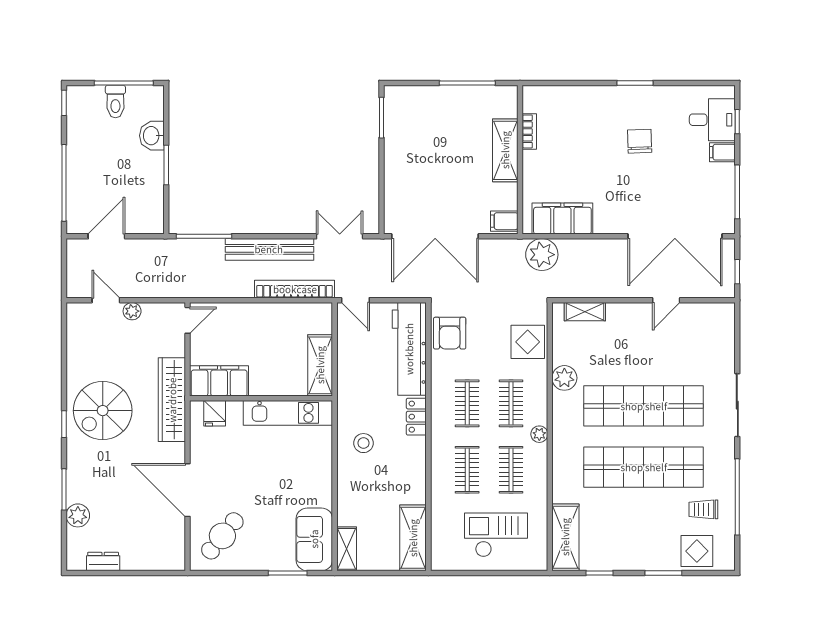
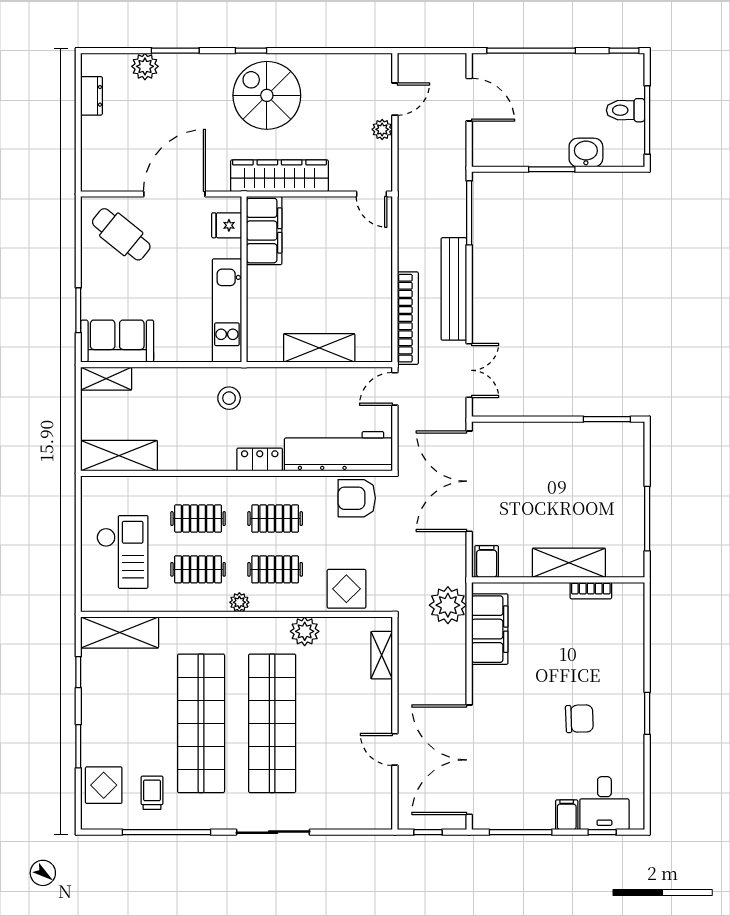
filing cabinet: (219, 381) -> (264, 231), moved
wall: (261, 398) -> (244, 279), moved
fridge: (215, 413) -> (227, 225), moved
kitchen unit: (288, 413) -> (227, 311), moved

